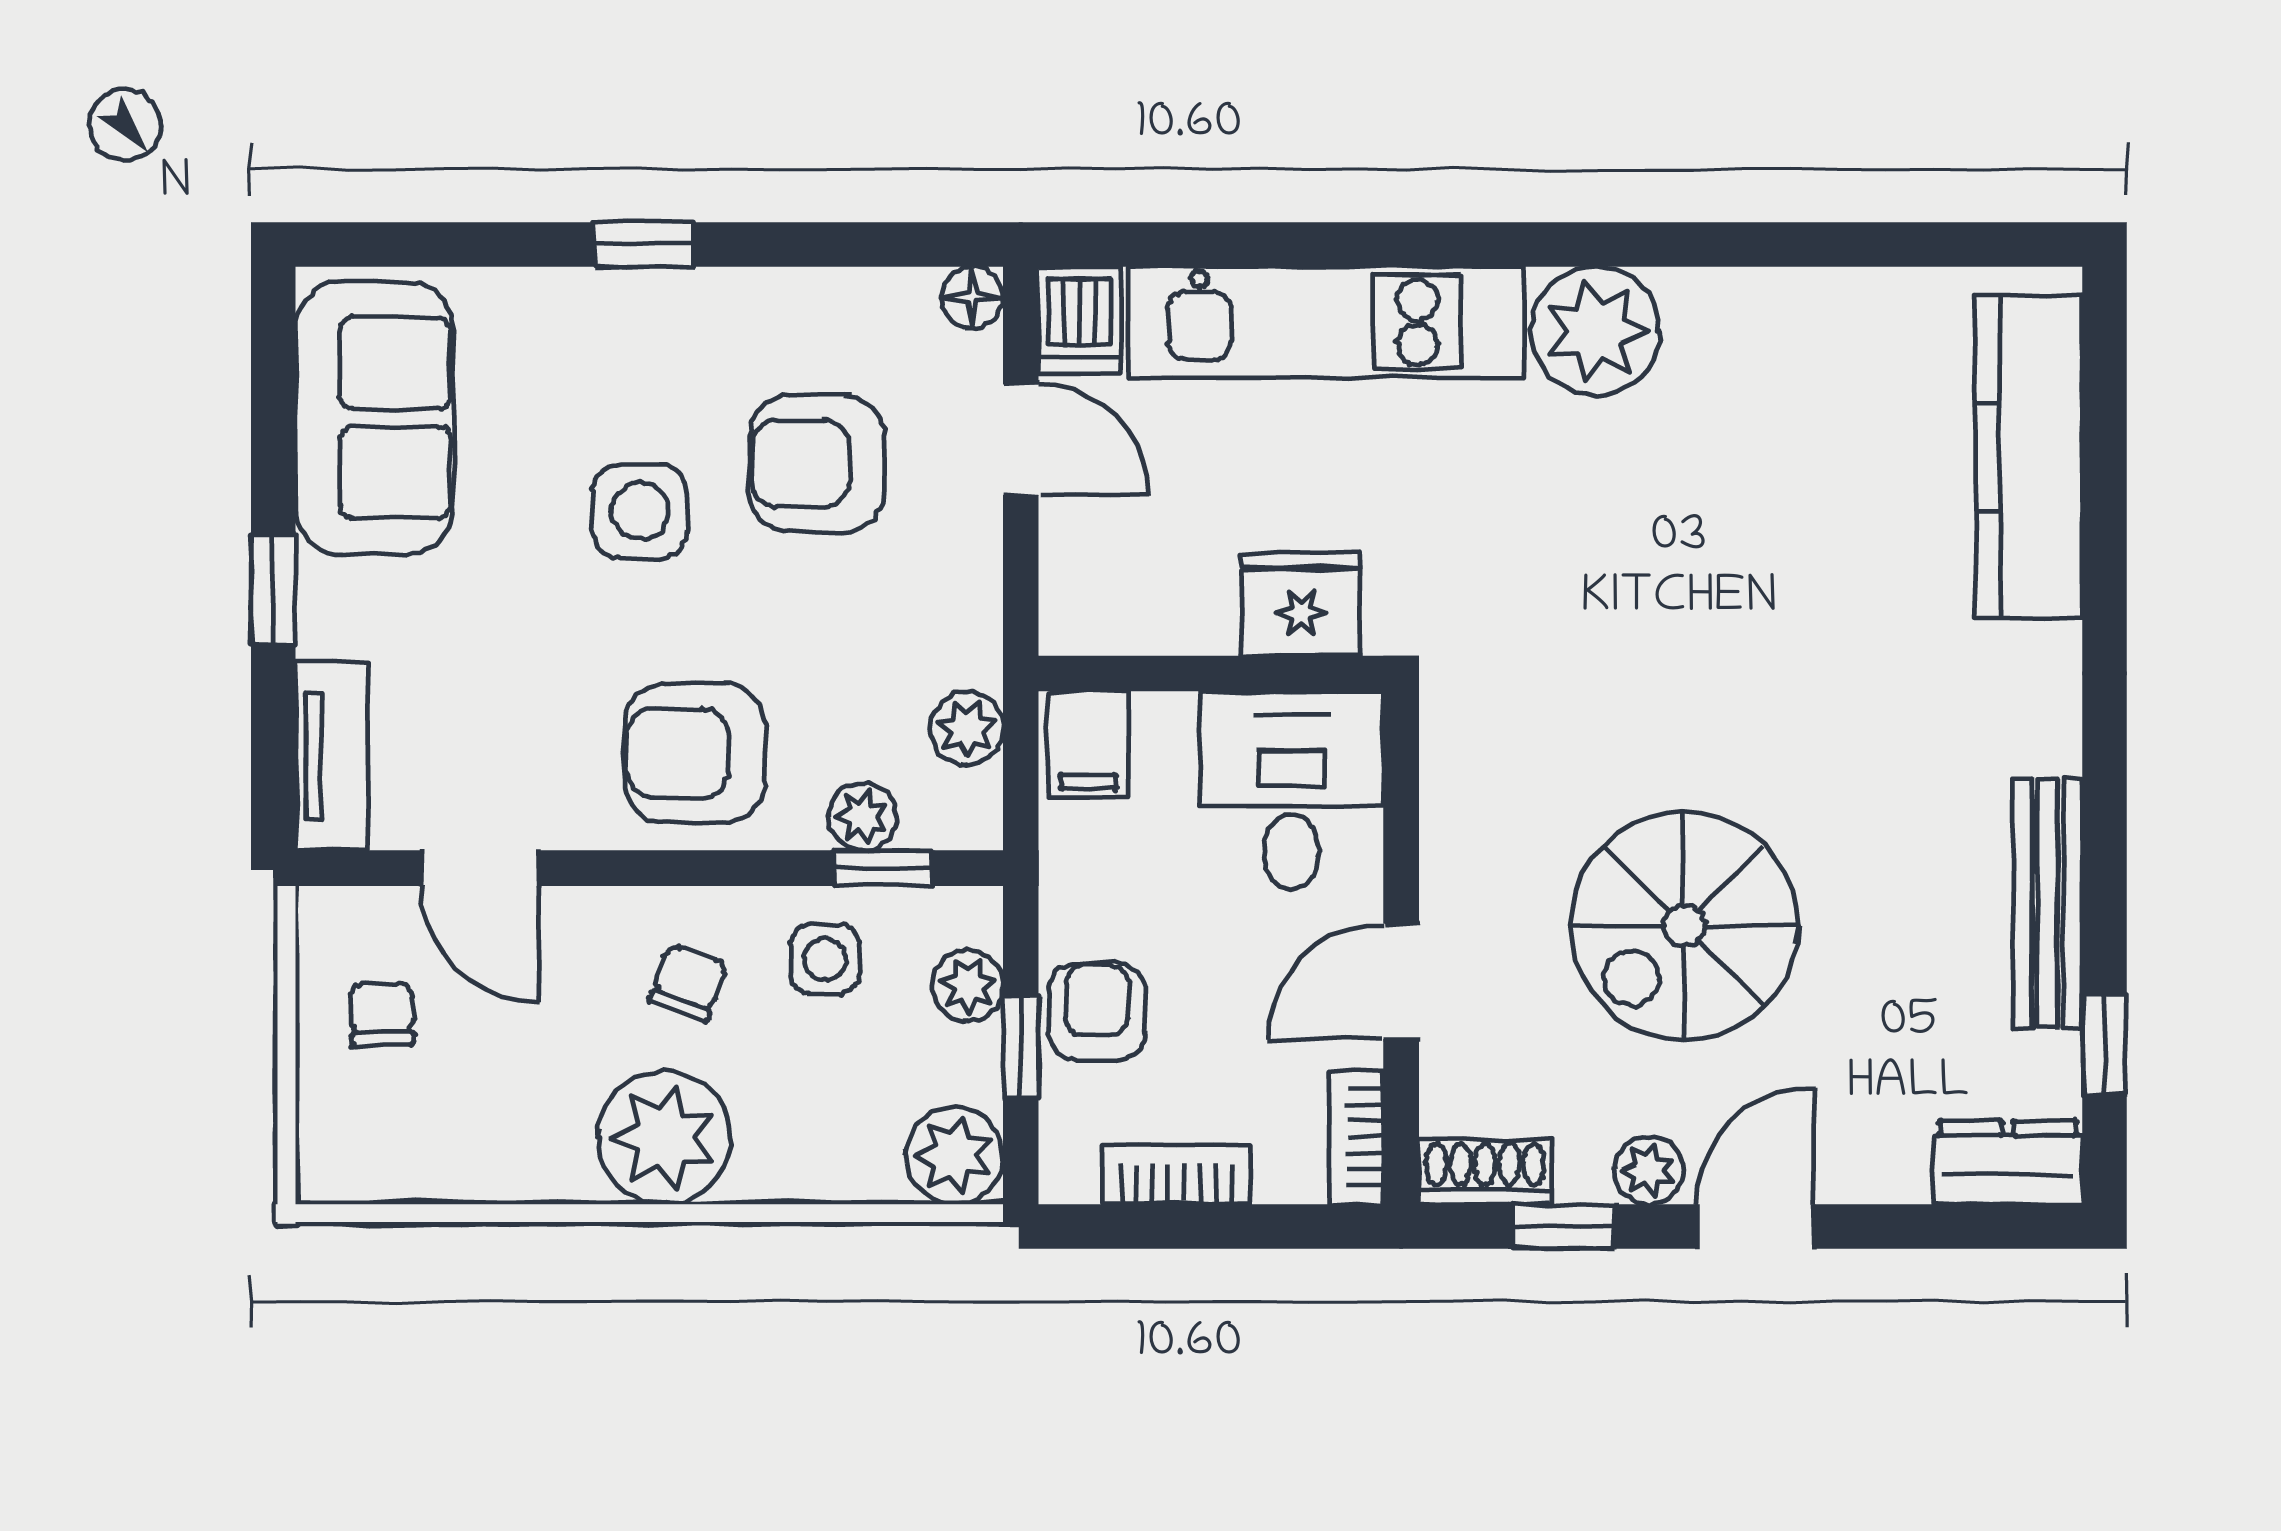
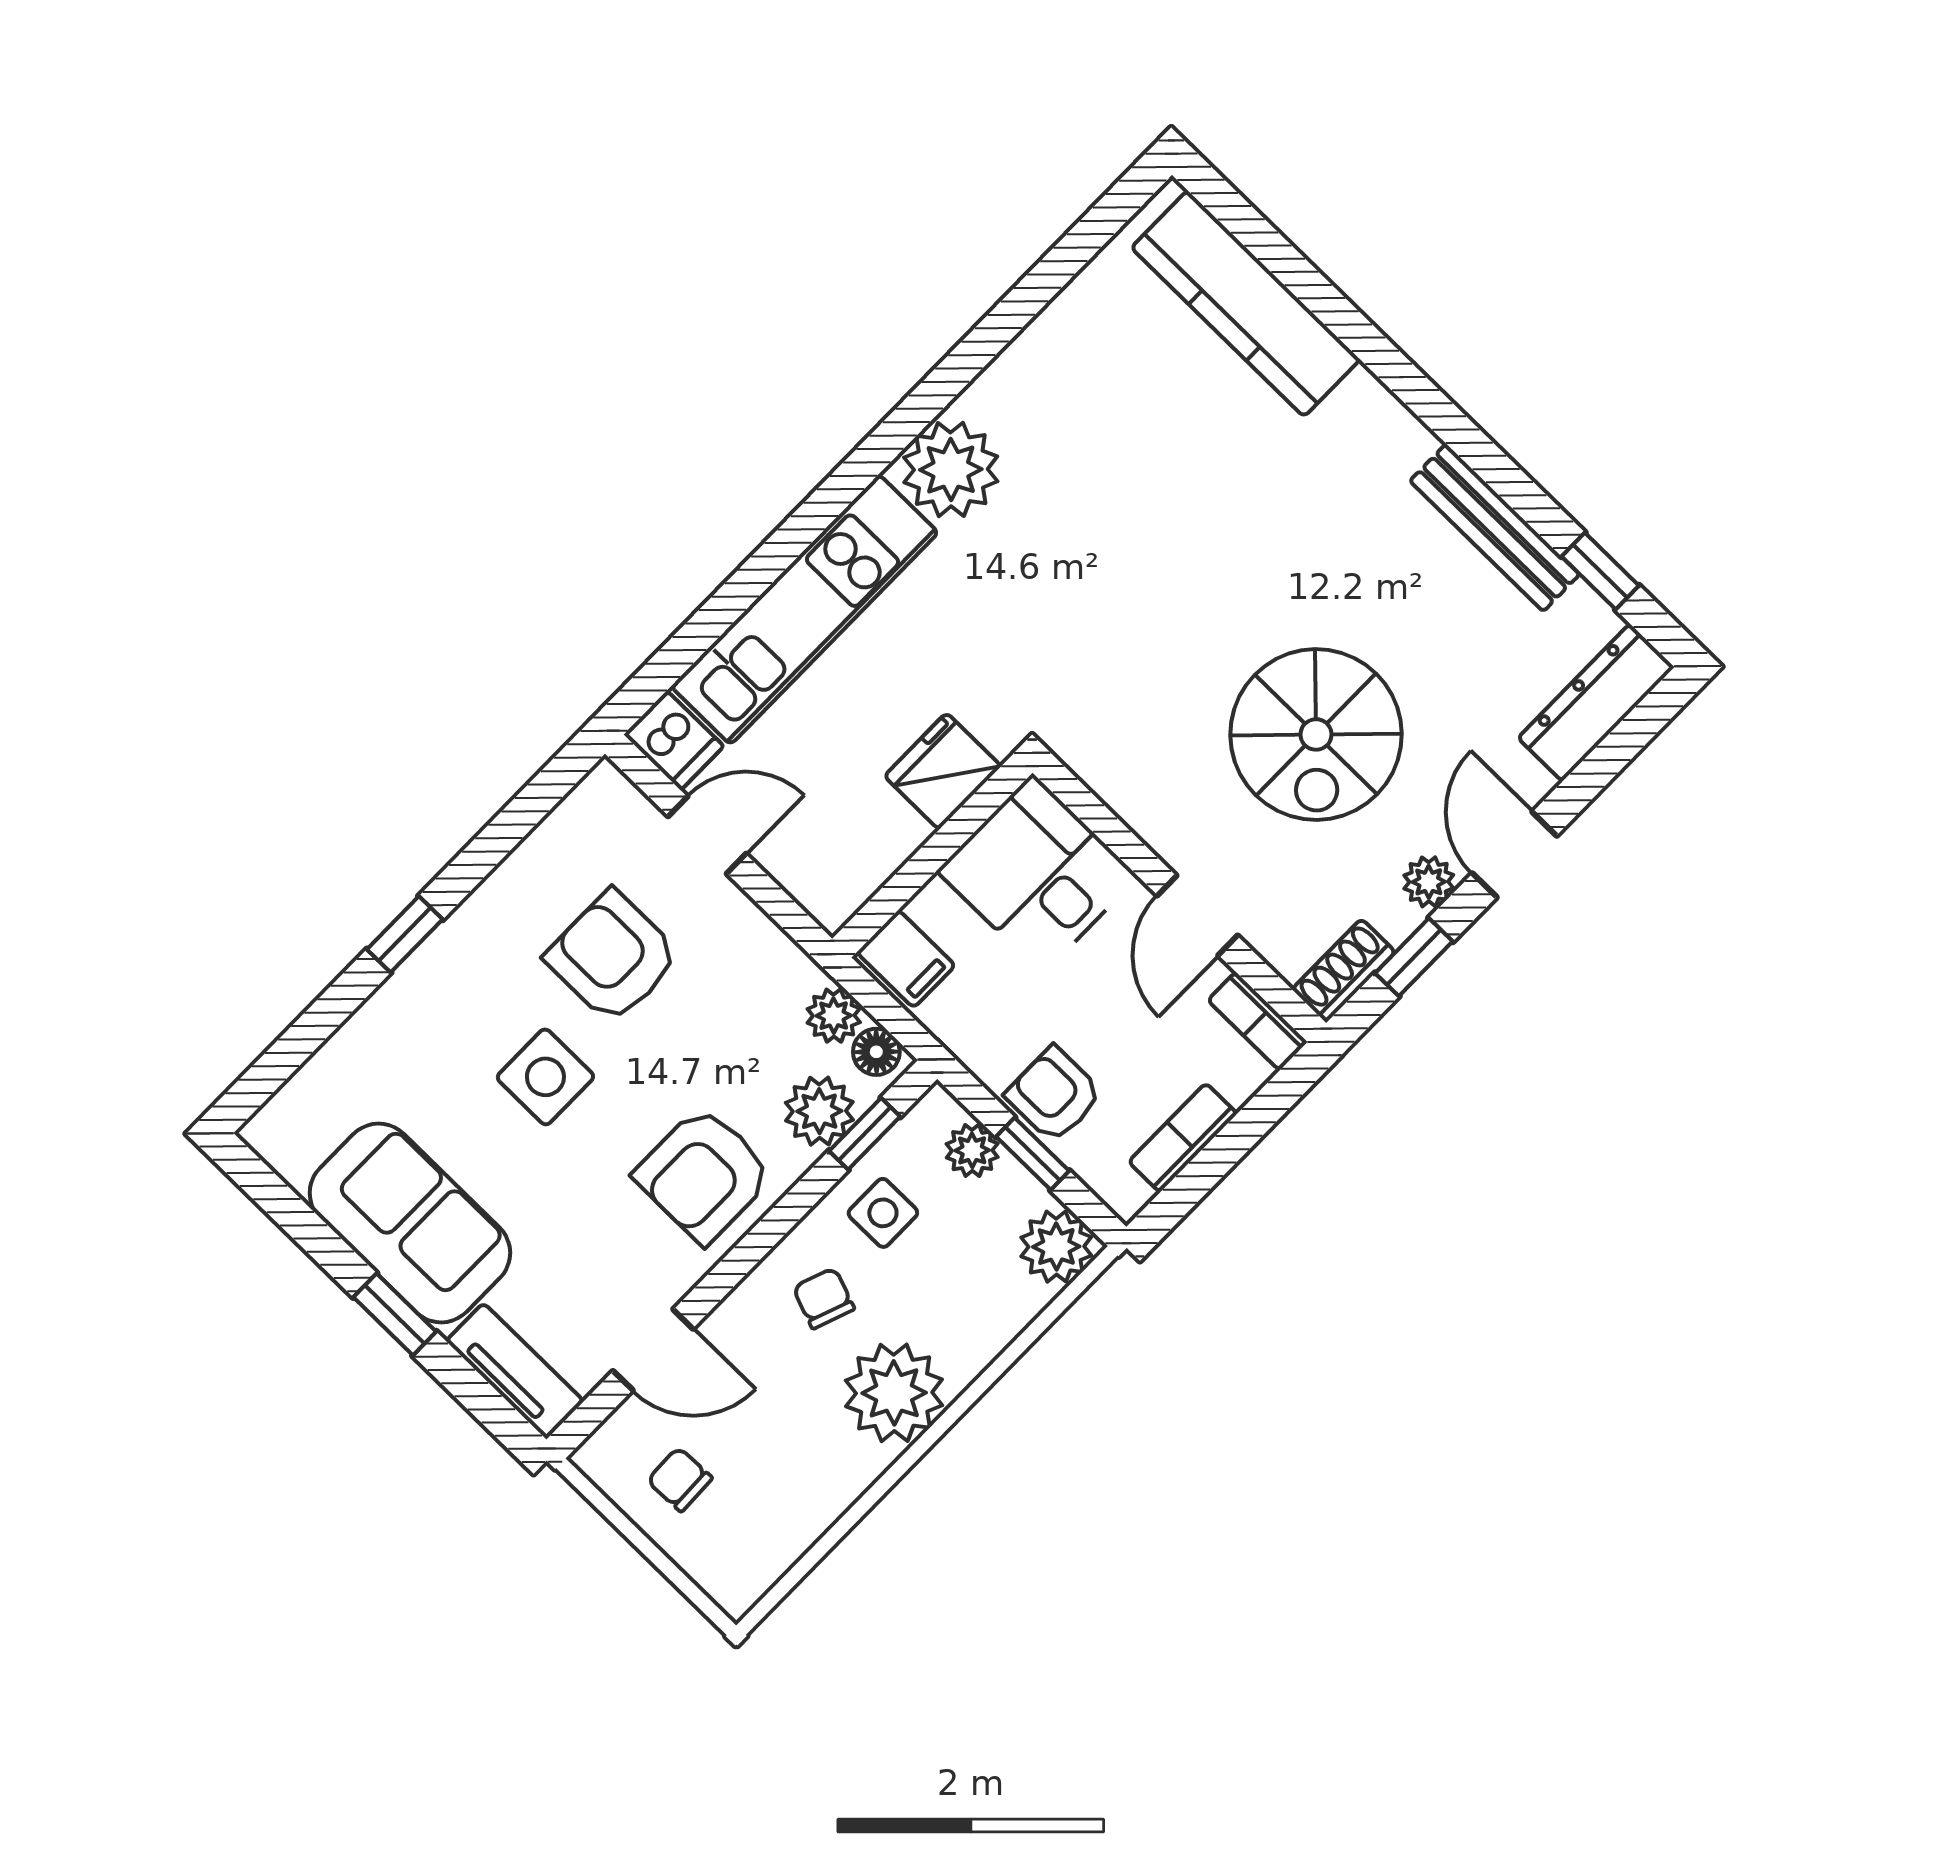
floor lamp: (972, 298) -> (876, 1052), moved
sofa: (374, 418) -> (410, 1223), moved
armchair: (817, 464) -> (613, 957), turned 90
plant: (863, 817) -> (819, 1111), width x1.38, depth x1.38
dresser: (2008, 1162) -> (1596, 703), width x1.44

